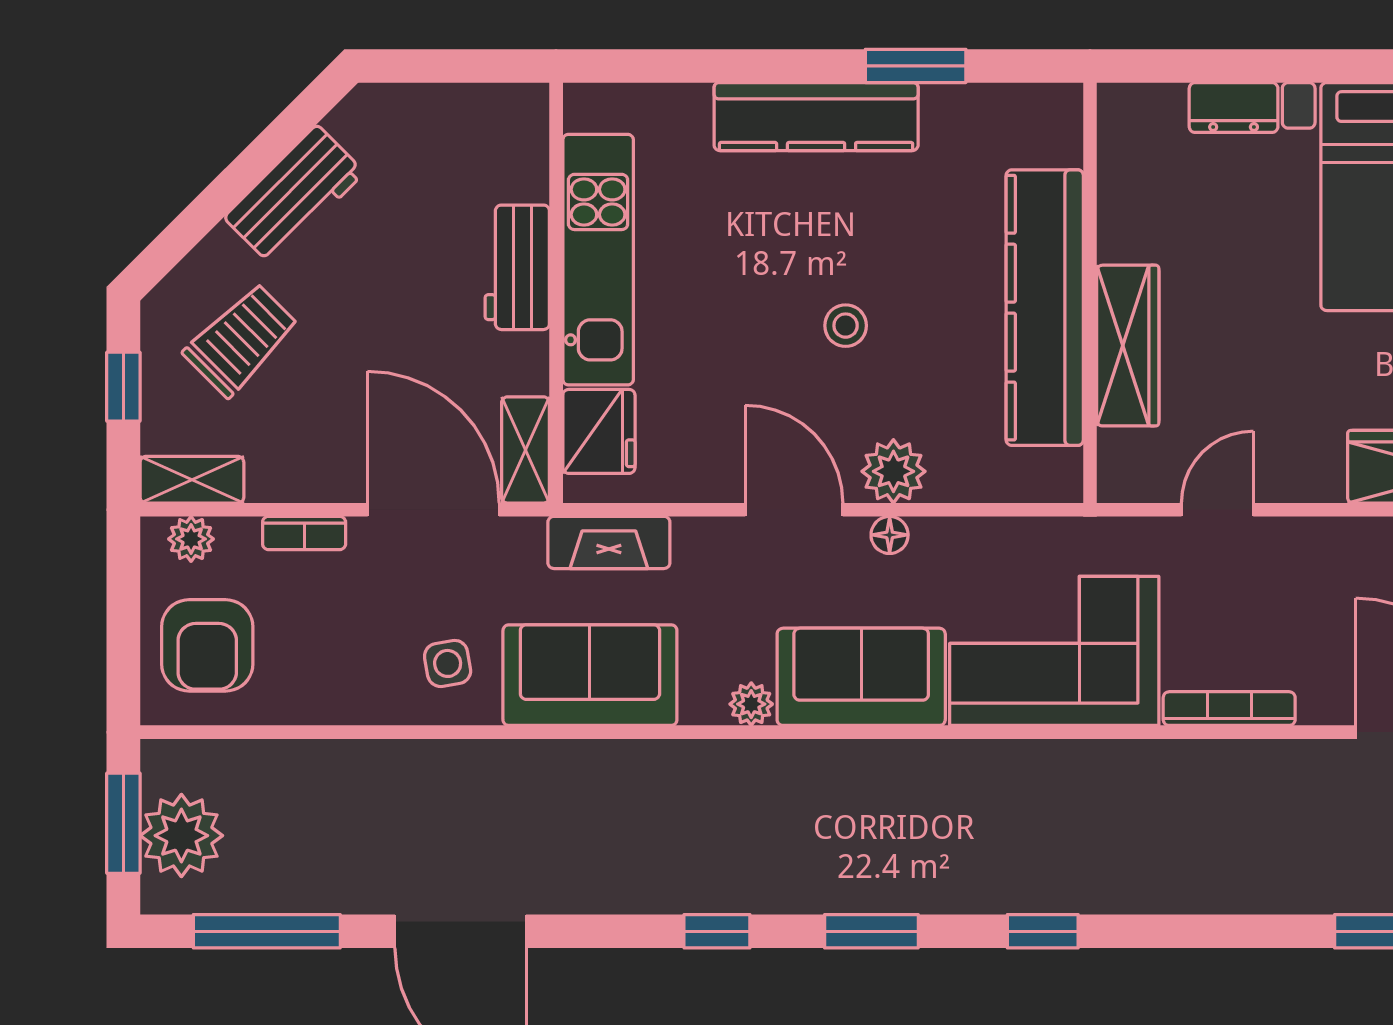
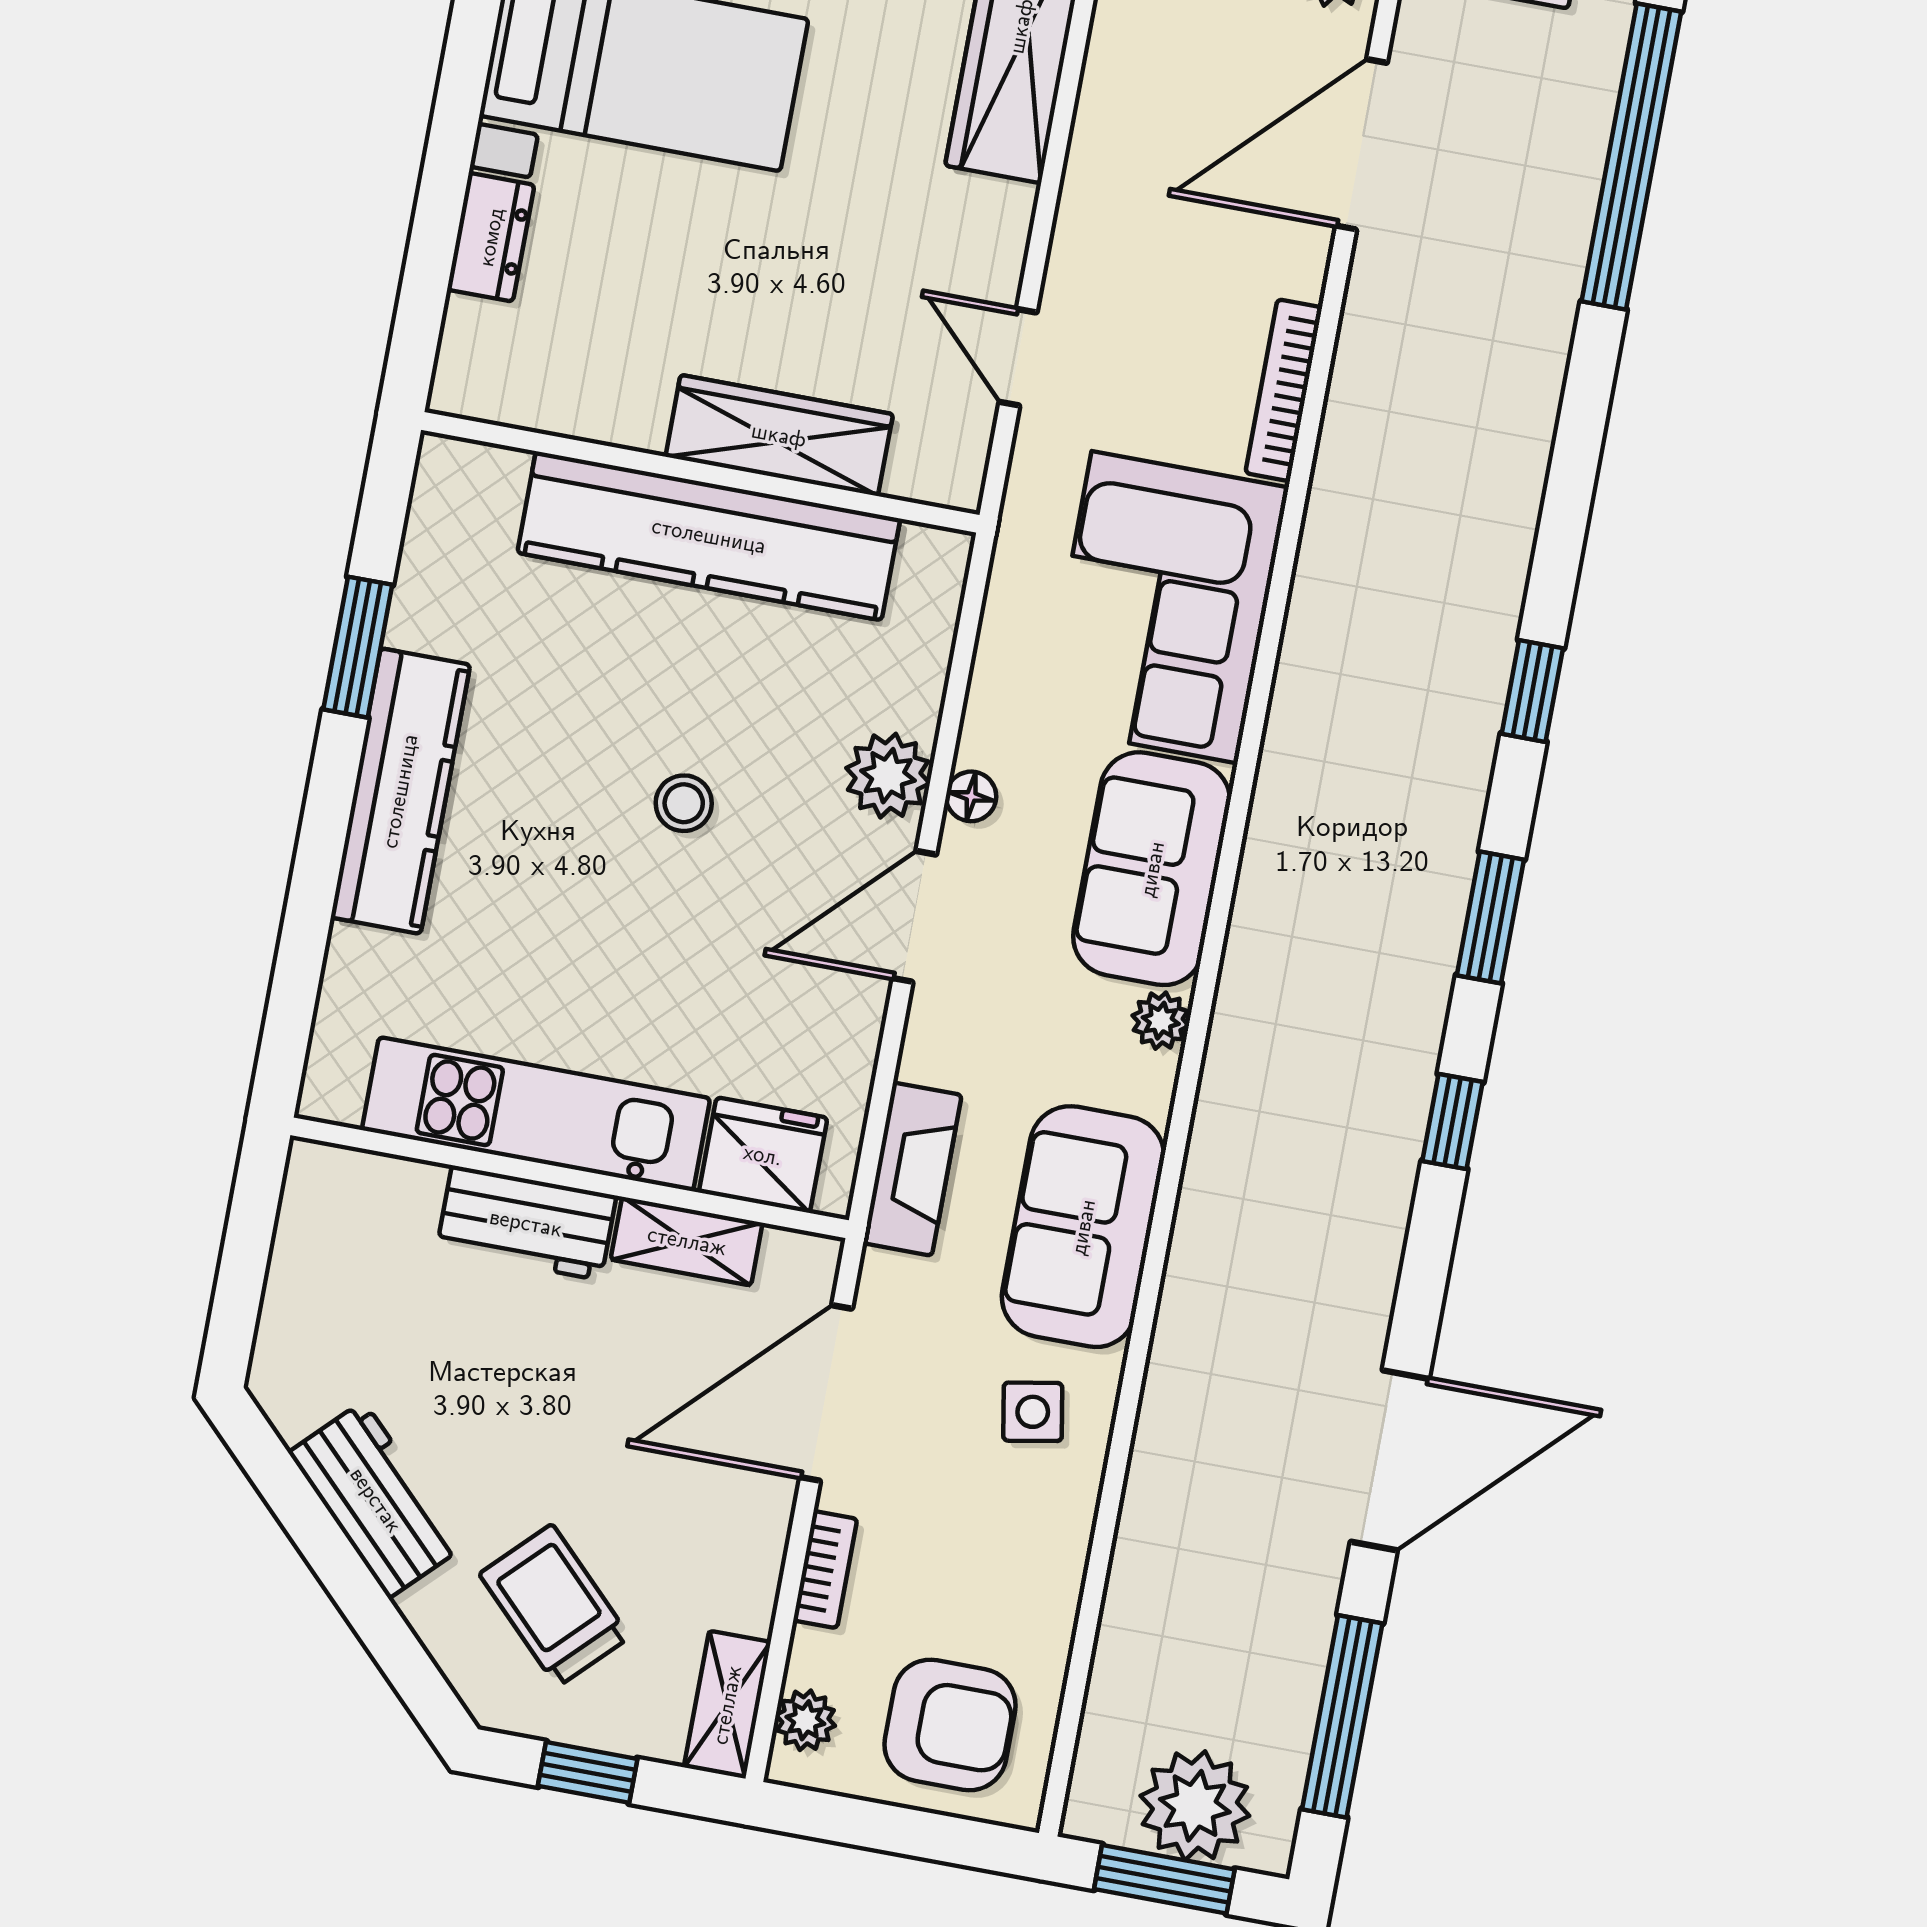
shelving: (526, 450) -> (687, 1241), moved

